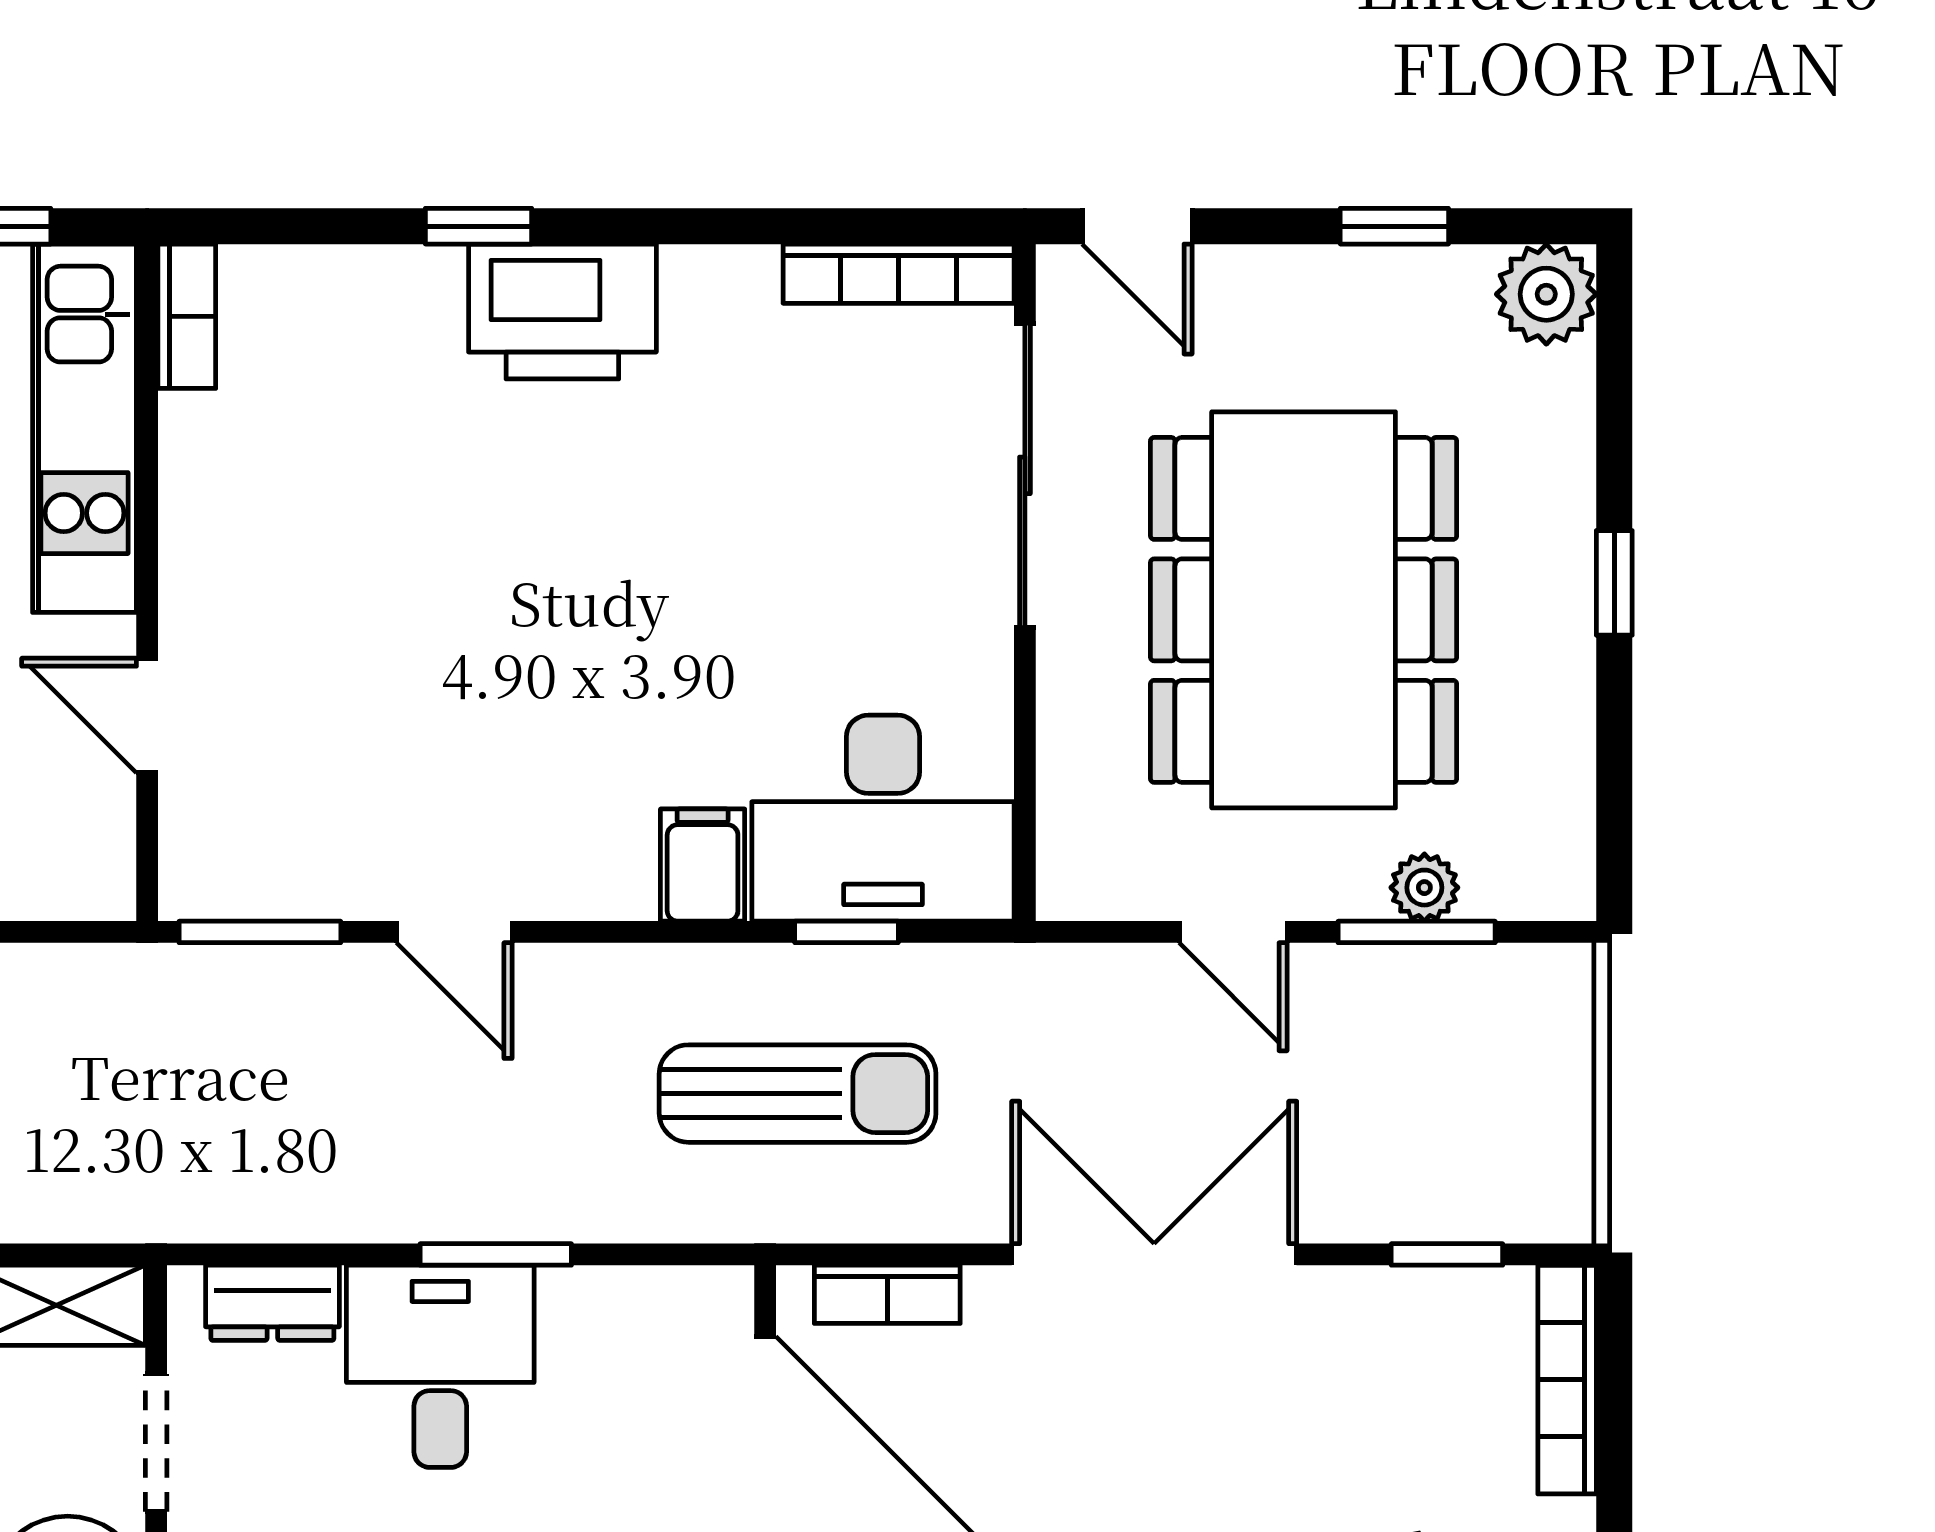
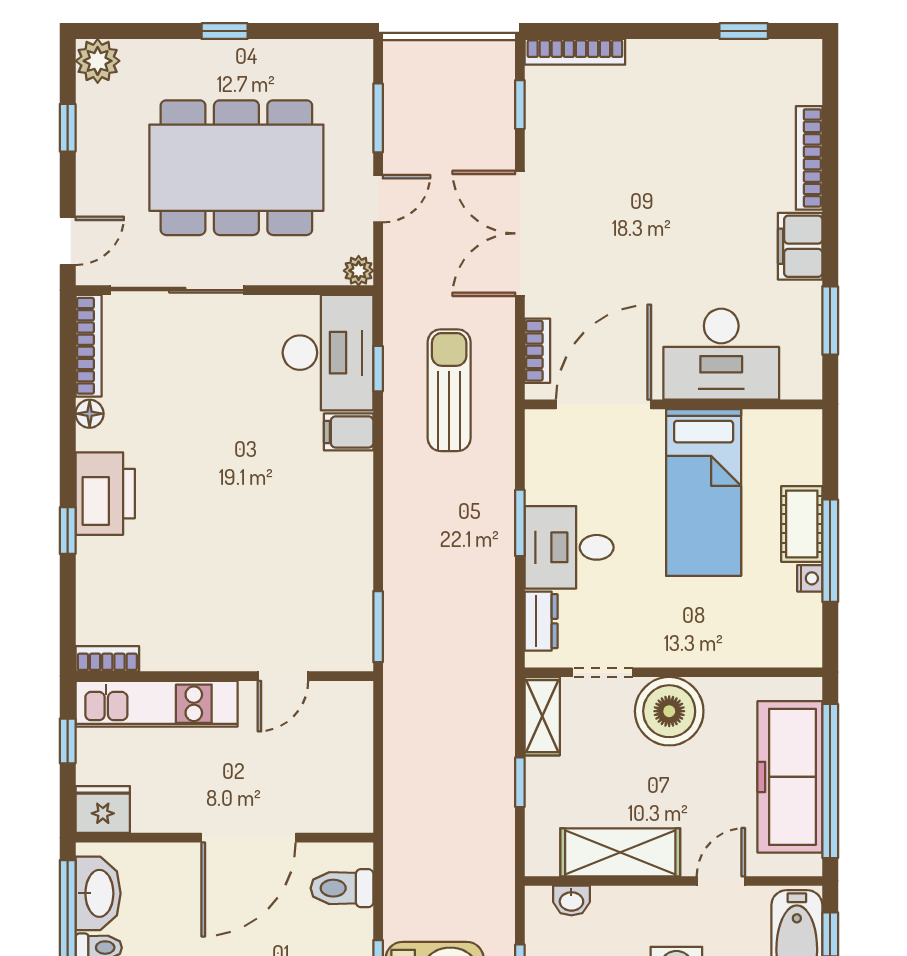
floor lamp: (744, 276) -> (90, 414), added
plant: (1424, 888) -> (359, 271), moved
door: (454, 932) -> (378, 541), removed

